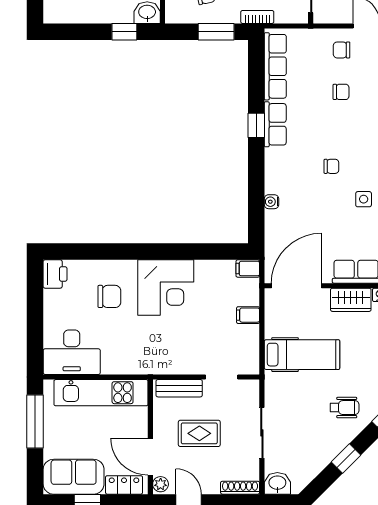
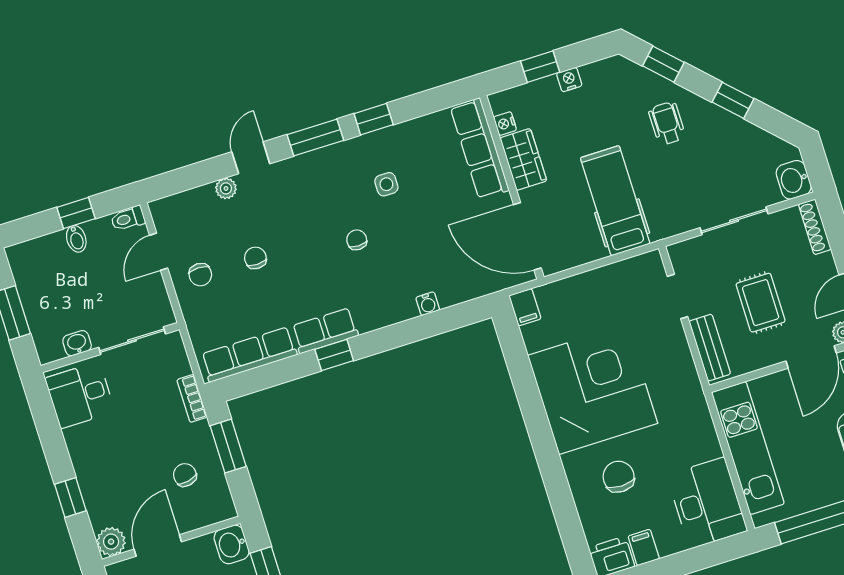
corner desk: (166, 288) -> (593, 389), width x1.36, depth x1.36
filing cabinet: (248, 315) -> (644, 547), moved, turned 180

